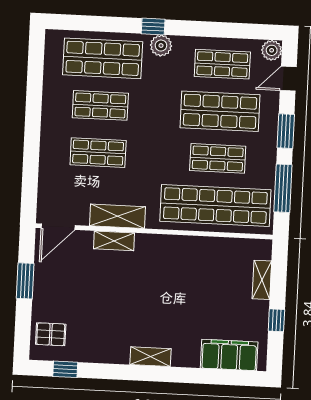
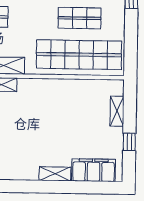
window: (283, 188) -> (131, 40), removed
shelving: (150, 357) -> (55, 174), moved

